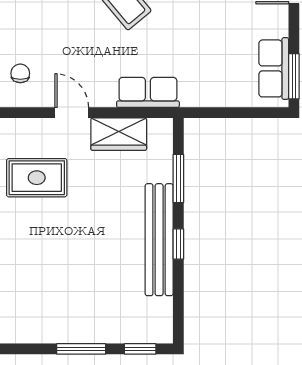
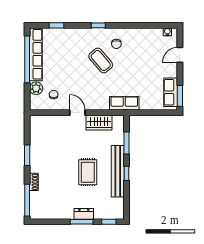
row of seats: (148, 92) -> (124, 103), moved
rug: (37, 178) -> (88, 172), moved, turned 90
dresser: (86, 332) -> (84, 214), added

